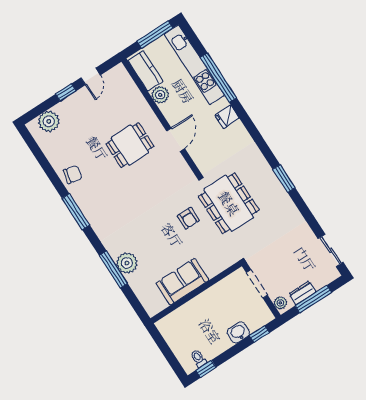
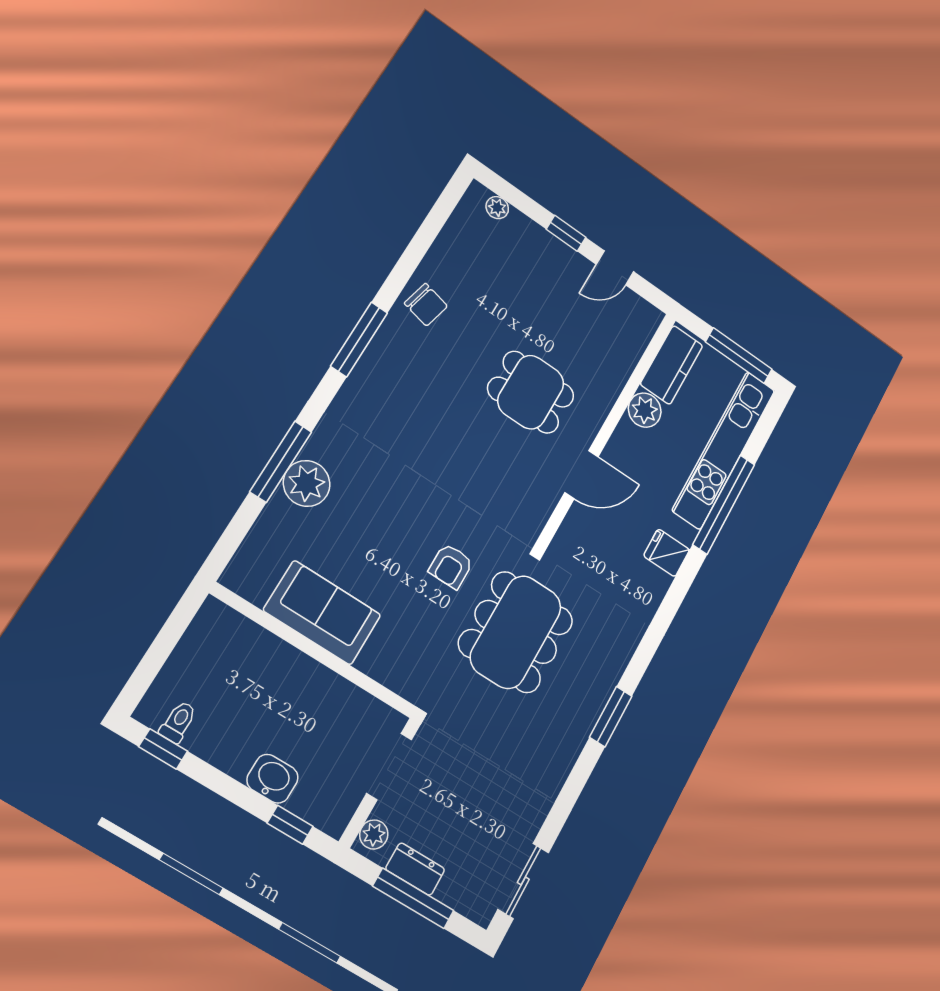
plant: (49, 121) -> (497, 208), width x0.53, depth x0.53

